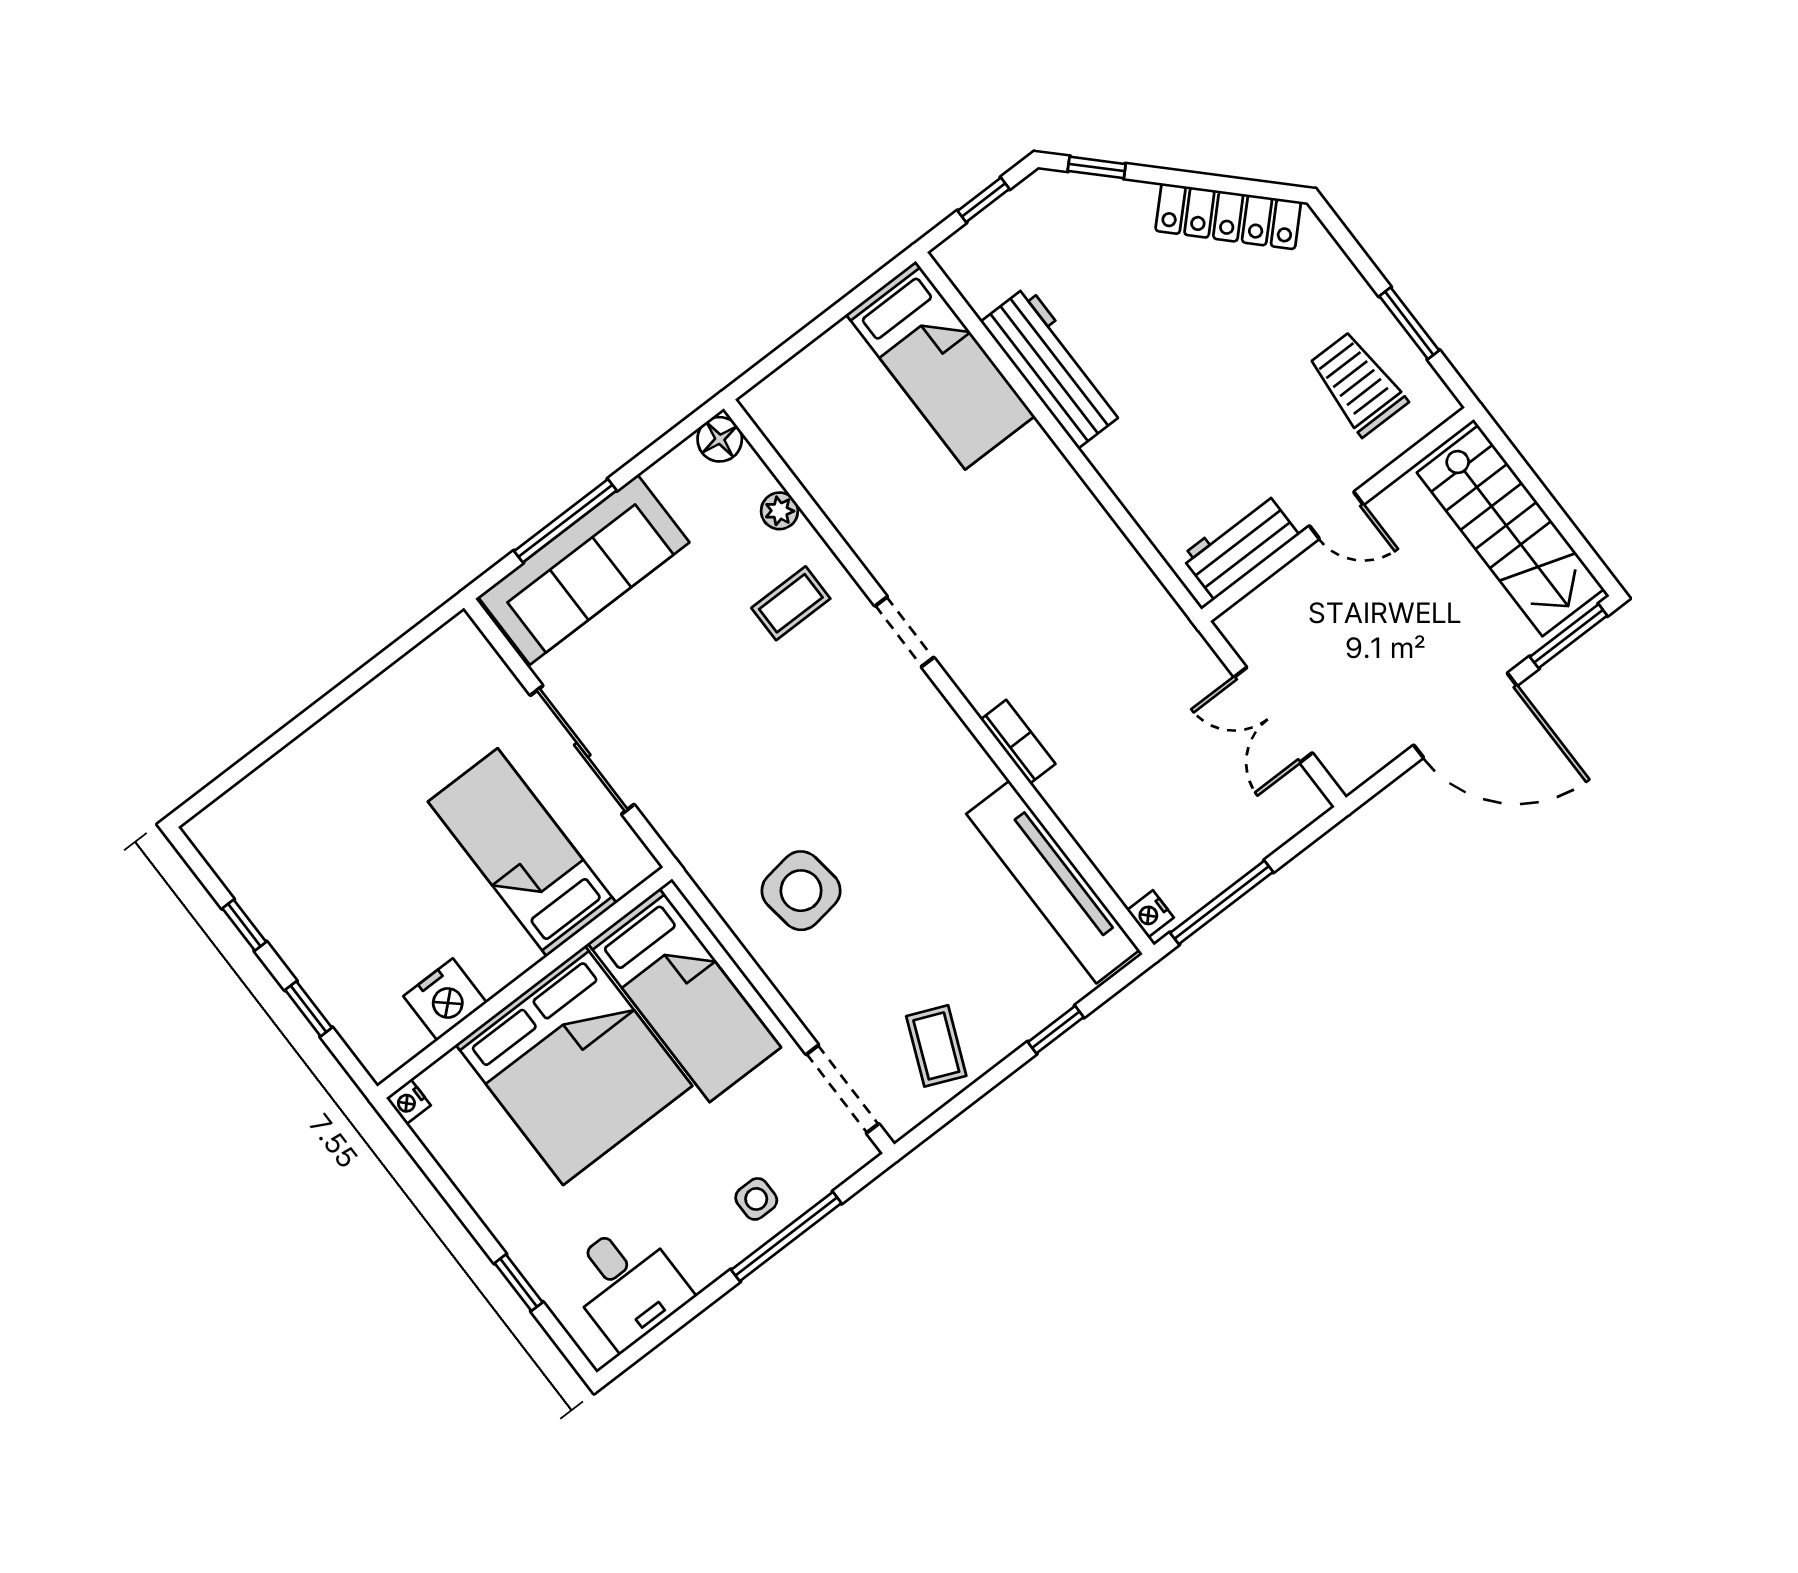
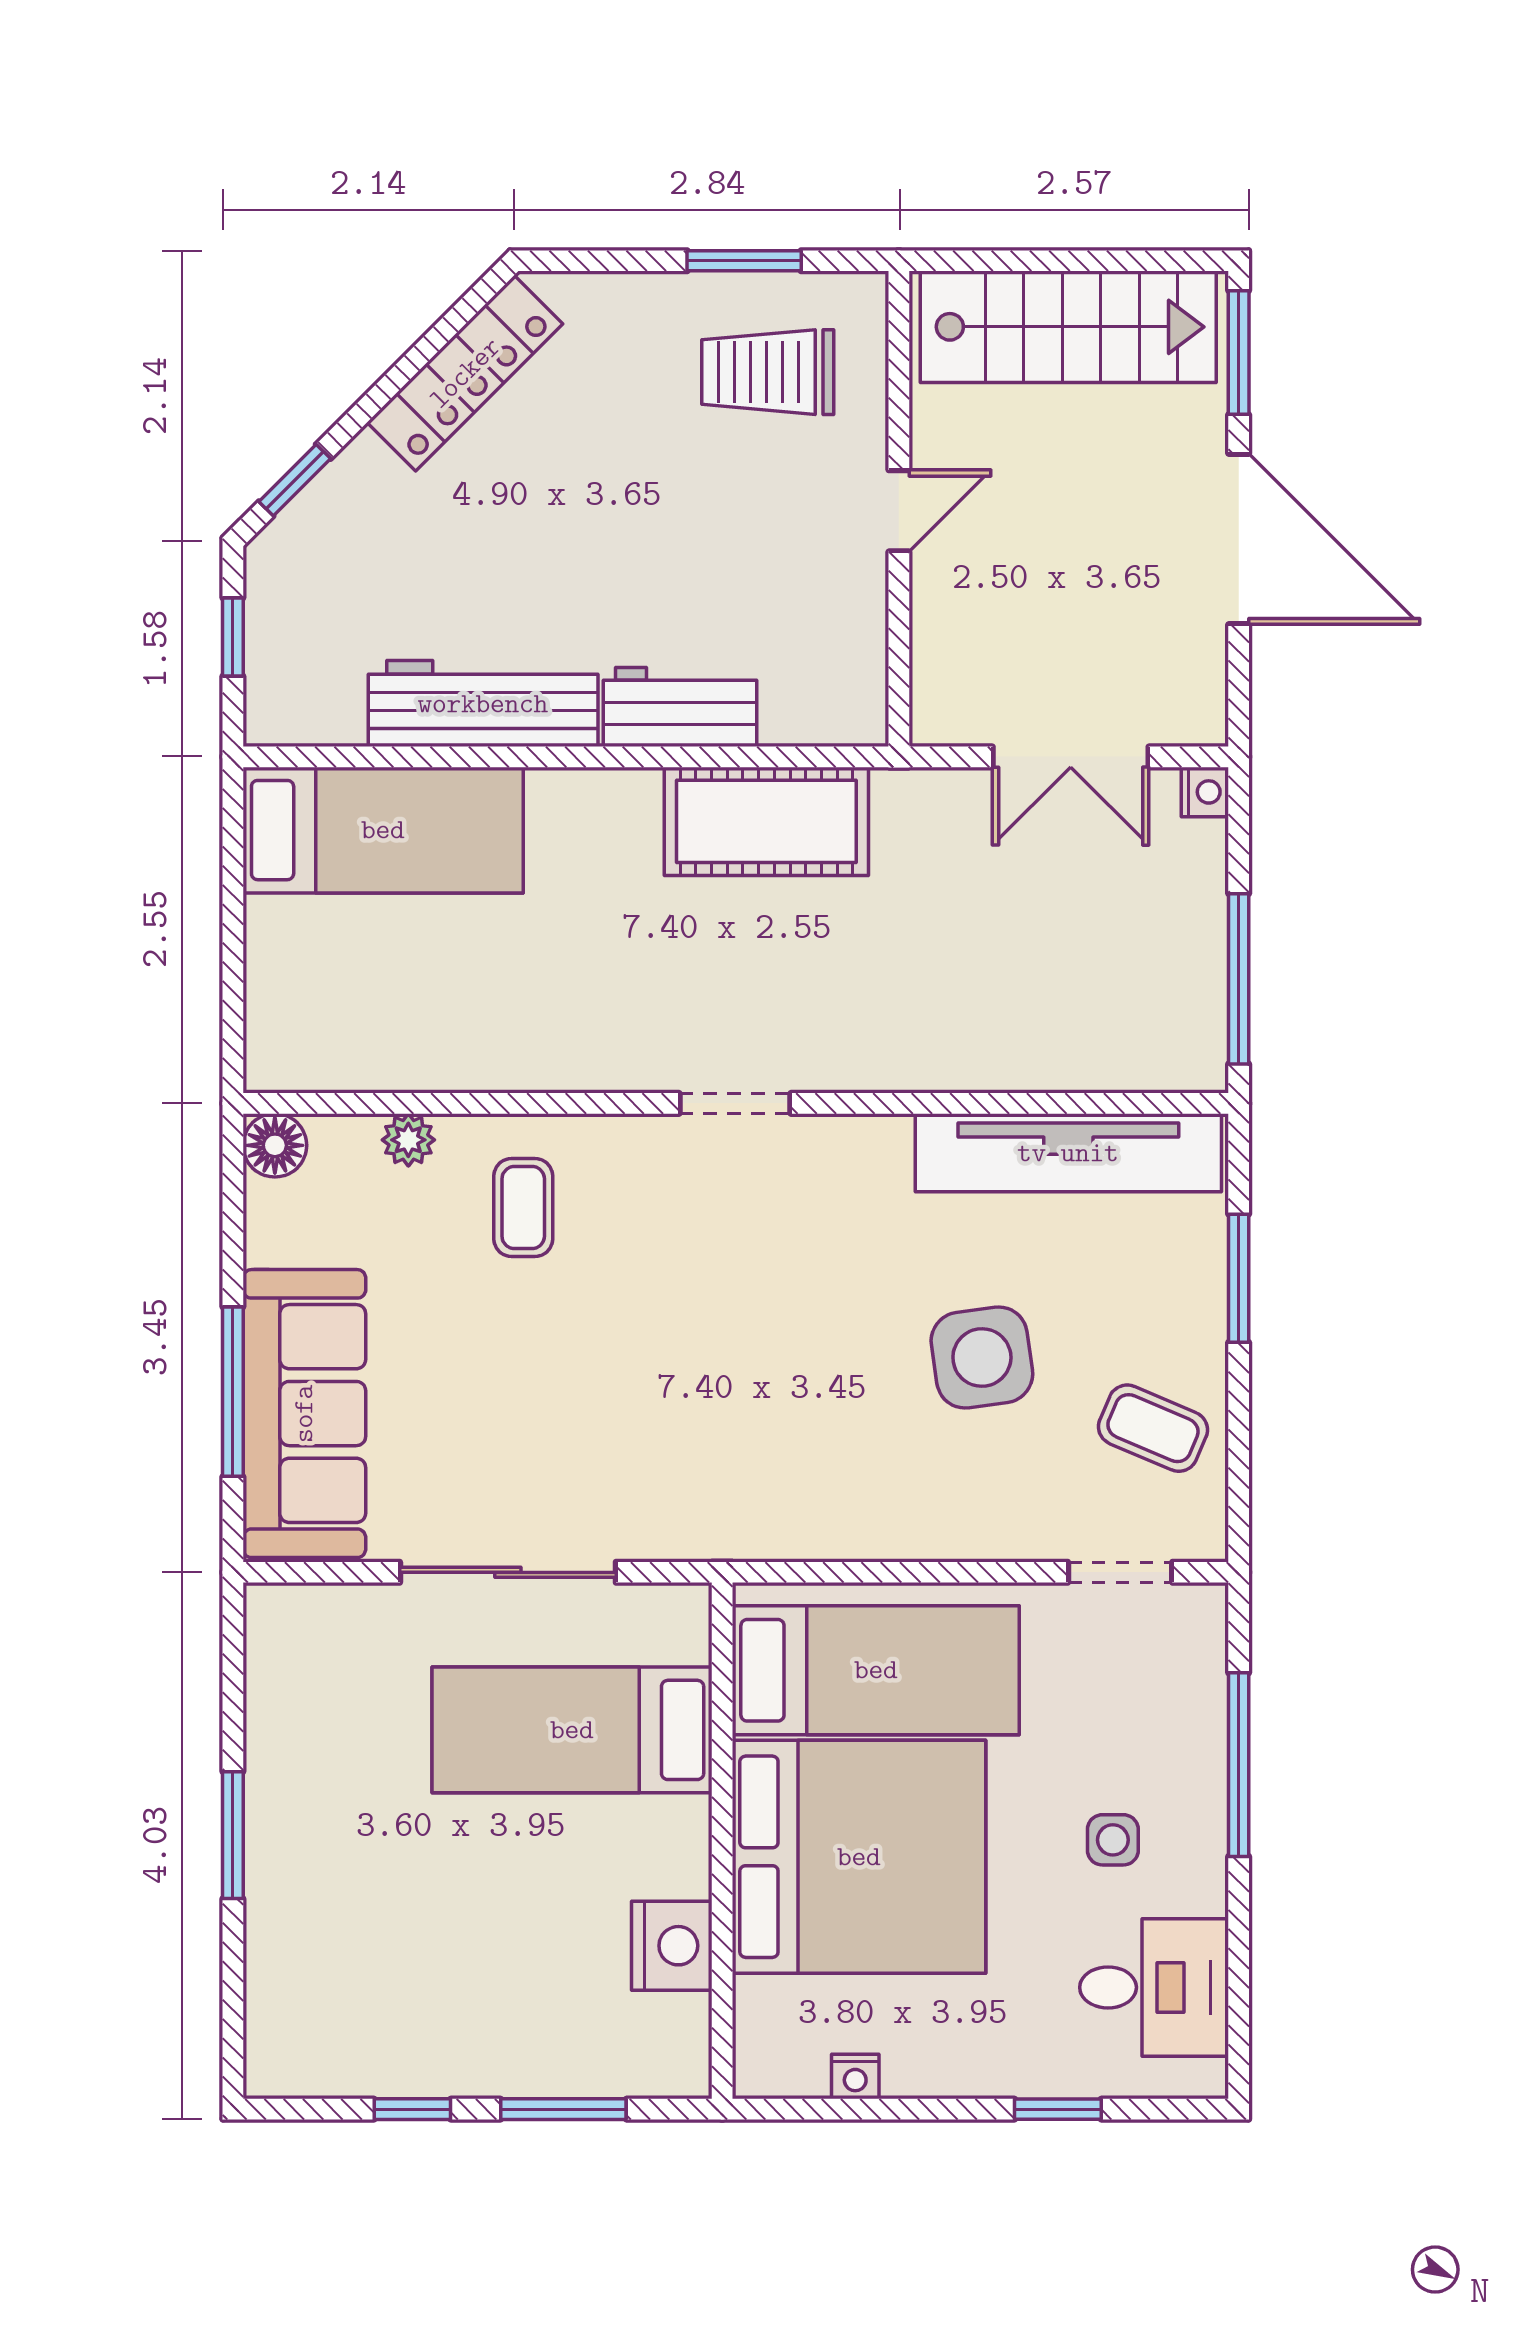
workbench: (1240, 545) -> (680, 707), moved, turned 90
cot: (1108, 574) -> (766, 821), added
doorway: (904, 632) -> (735, 1103), moved
window: (320, 709) -> (233, 1835), added
door: (1465, 715) -> (1239, 539), hinge flipped
bookcase: (1018, 742) -> (878, 1070), removed
side table: (801, 891) -> (982, 1358), moved
nightstand: (1150, 914) -> (1205, 792), moved, turned -90
window: (308, 1009) -> (563, 2109), width x1.50
window: (1056, 1030) -> (1239, 1278), width x1.50
doorway: (843, 1089) -> (1120, 1572), width x0.73
nightstand: (408, 1102) -> (855, 2077), moved
side table: (756, 1199) -> (1113, 1840), moved

